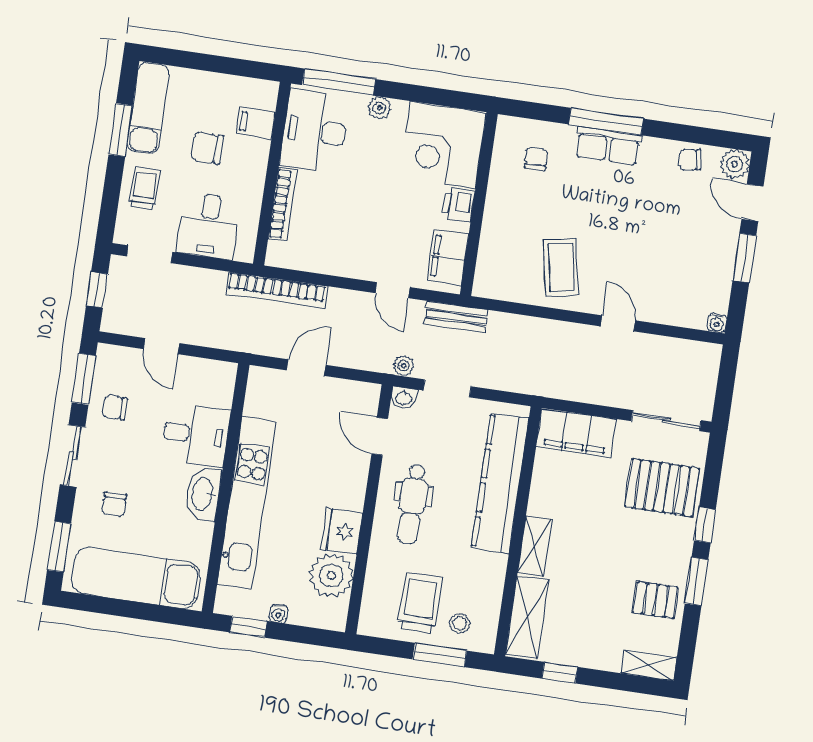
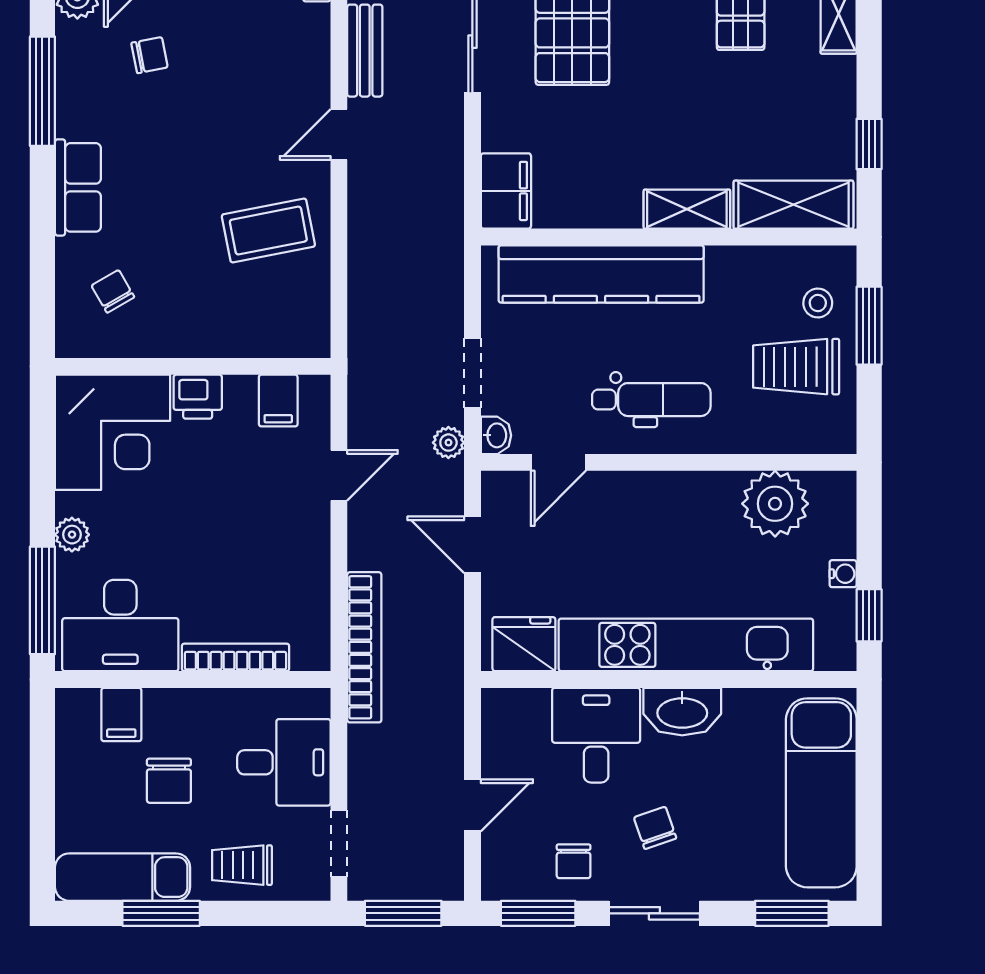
window: (606, 122) -> (42, 91), moved
chair: (536, 159) -> (113, 291), turned 60
chair: (690, 160) -> (149, 55), moved, turned -93
filing cabinet: (448, 257) -> (278, 401), width x0.50
window: (97, 290) -> (403, 913), width x1.50
bench: (456, 317) -> (365, 51), moved
door: (306, 368) -> (472, 545), moved
filing cabinet: (576, 433) -> (506, 191), width x0.67, depth x0.86
chair: (114, 504) -> (655, 828), moved, turned -109
fridge: (342, 531) -> (524, 644), moved, turned 180

